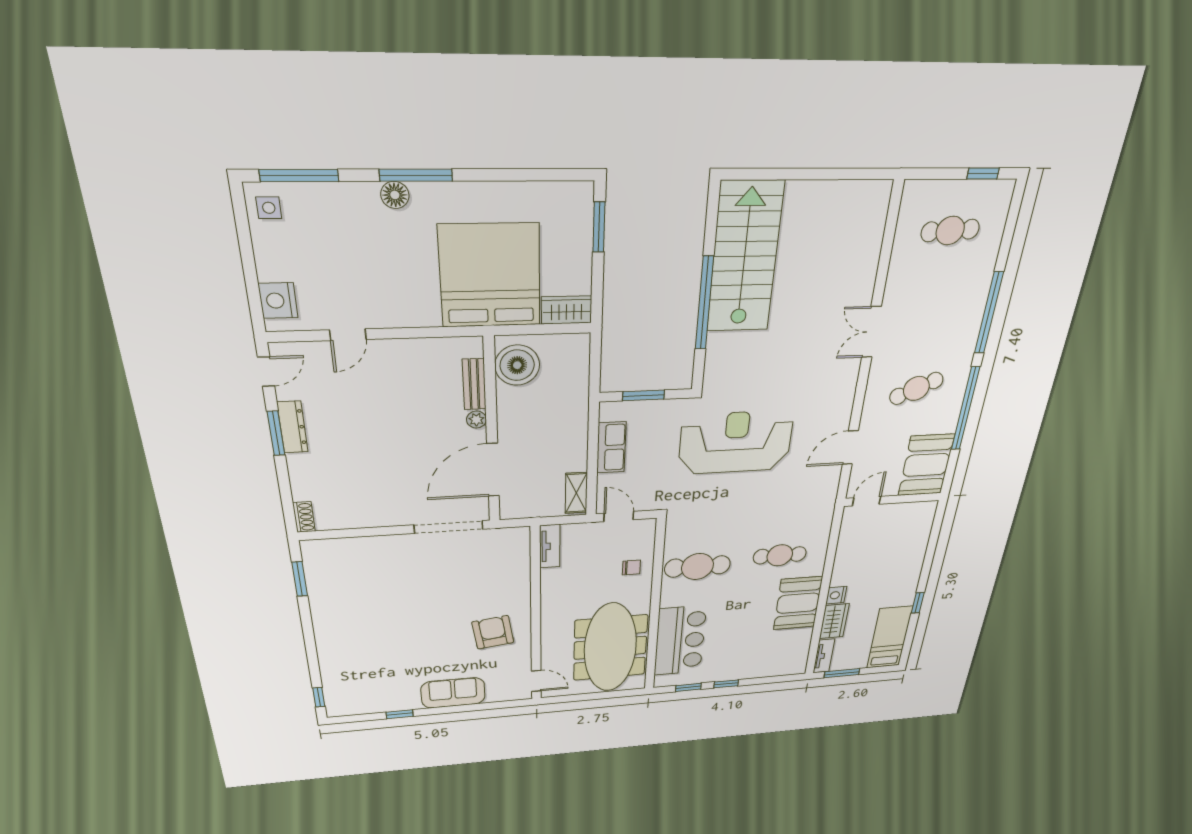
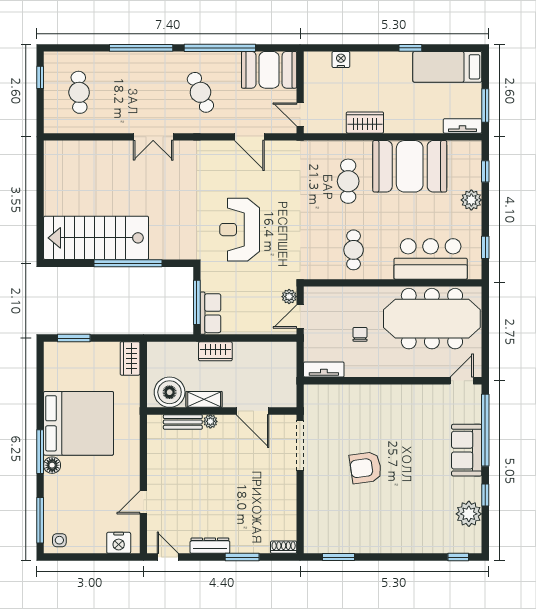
bed: (490, 276) -> (79, 423), moved, turned 180
door: (348, 335) -> (143, 502), swing flipped
window: (643, 395) -> (197, 302), width x1.44
wardrobe: (575, 421) -> (215, 351), added
window: (276, 433) -> (242, 557), moved
reception desk: (736, 442) -> (240, 230), width x0.74, depth x0.77
row of seats: (611, 447) -> (211, 313), moved, turned 90
door: (493, 470) -> (252, 411), width x0.73
shelving: (576, 493) -> (204, 399), moved
plant: (645, 503) -> (289, 297), added
cafe table: (697, 567) -> (354, 250), width x0.73, depth x0.74
chair: (631, 568) -> (360, 334), moved
nightstand: (836, 595) -> (341, 60), moved, turned 180
booth: (798, 603) -> (410, 166), width x1.36, depth x1.42
wardrobe: (834, 621) -> (365, 123), moved
armchair: (493, 632) -> (366, 468), moved
plant: (742, 671) -> (471, 200), added
window: (726, 684) -> (485, 171), moved
plant: (375, 702) -> (469, 514), added
window: (478, 707) -> (485, 430), added

